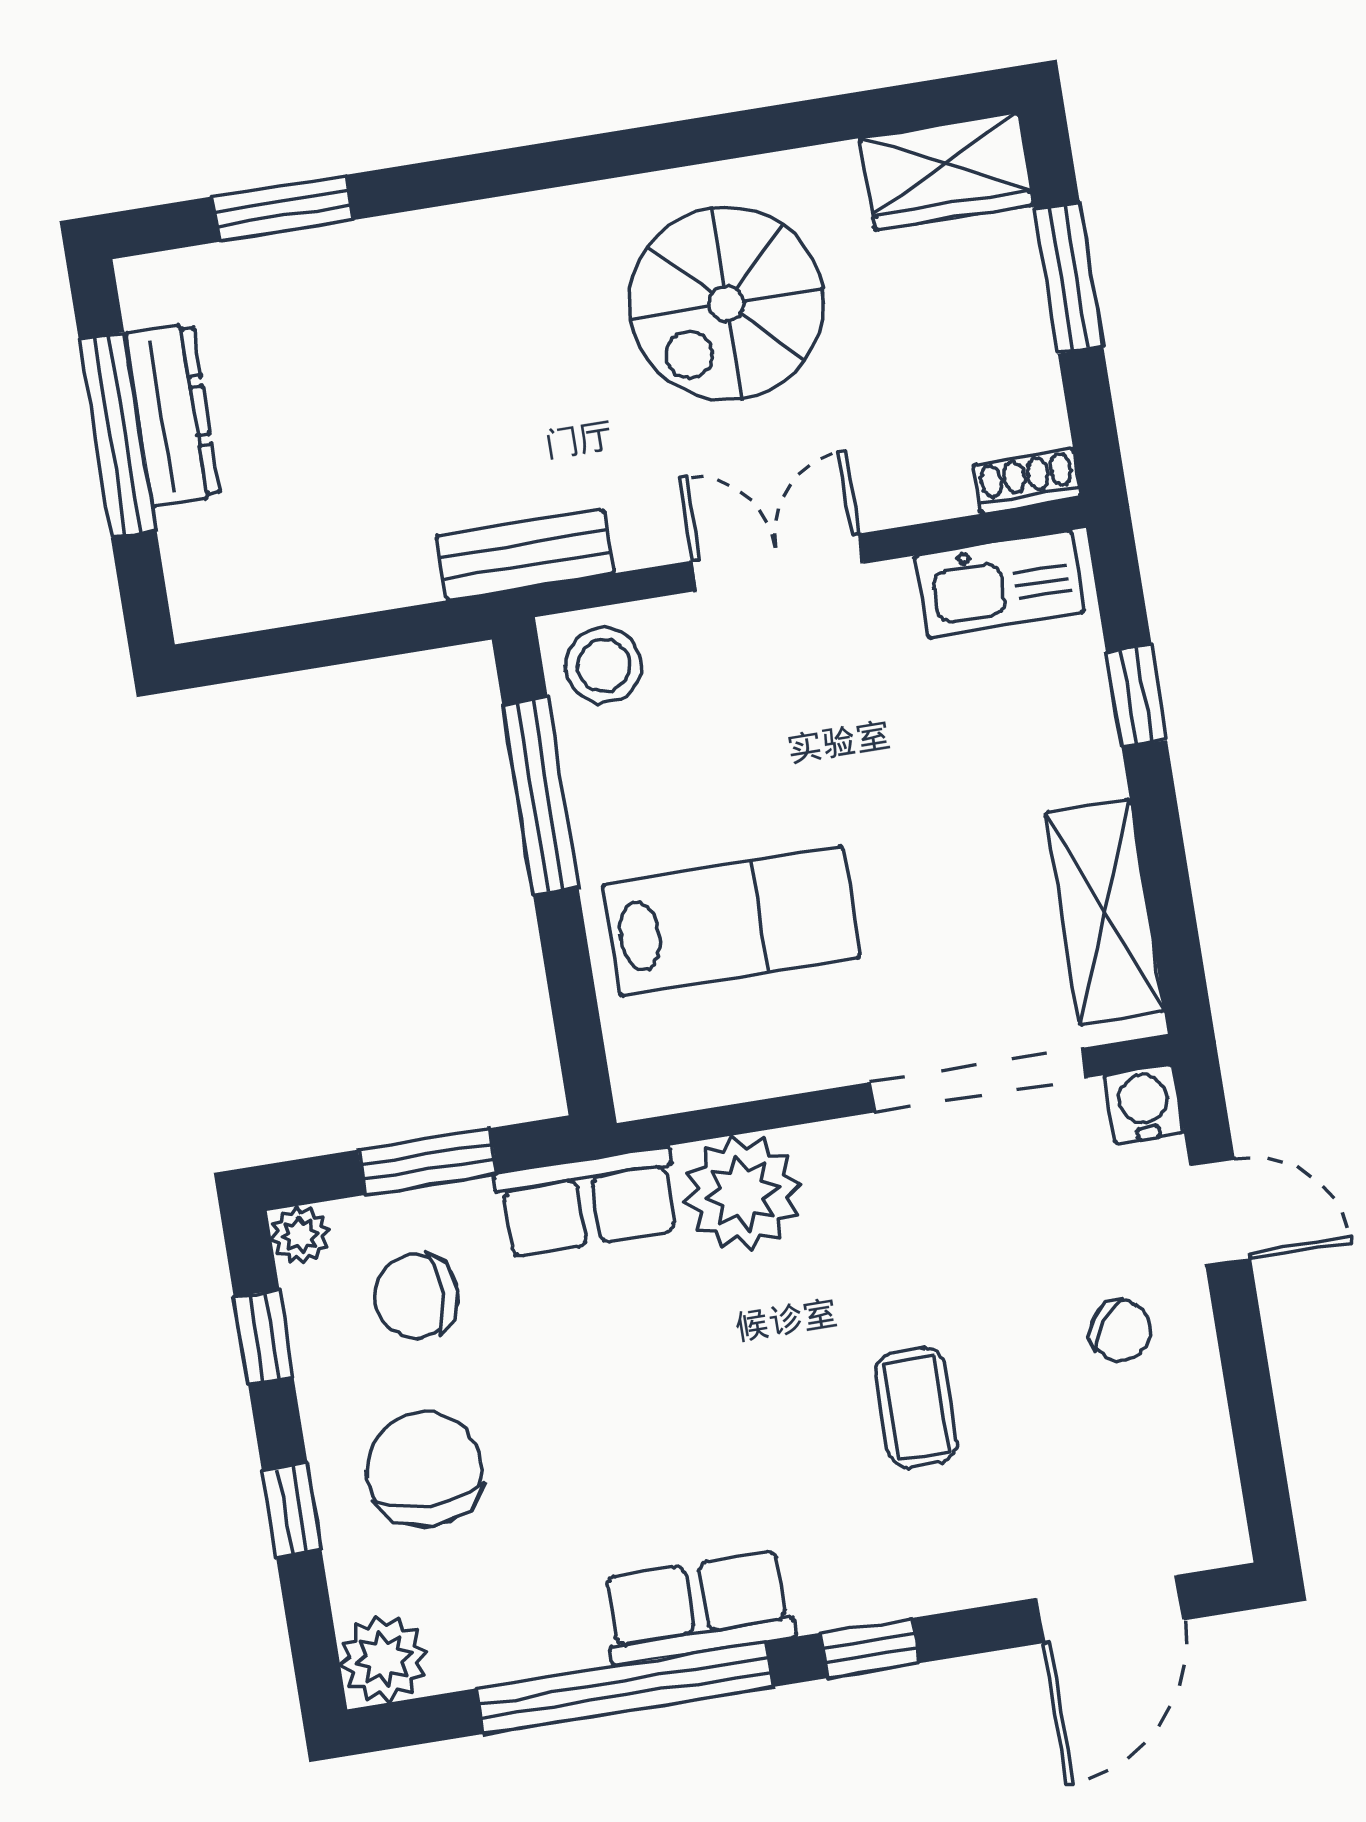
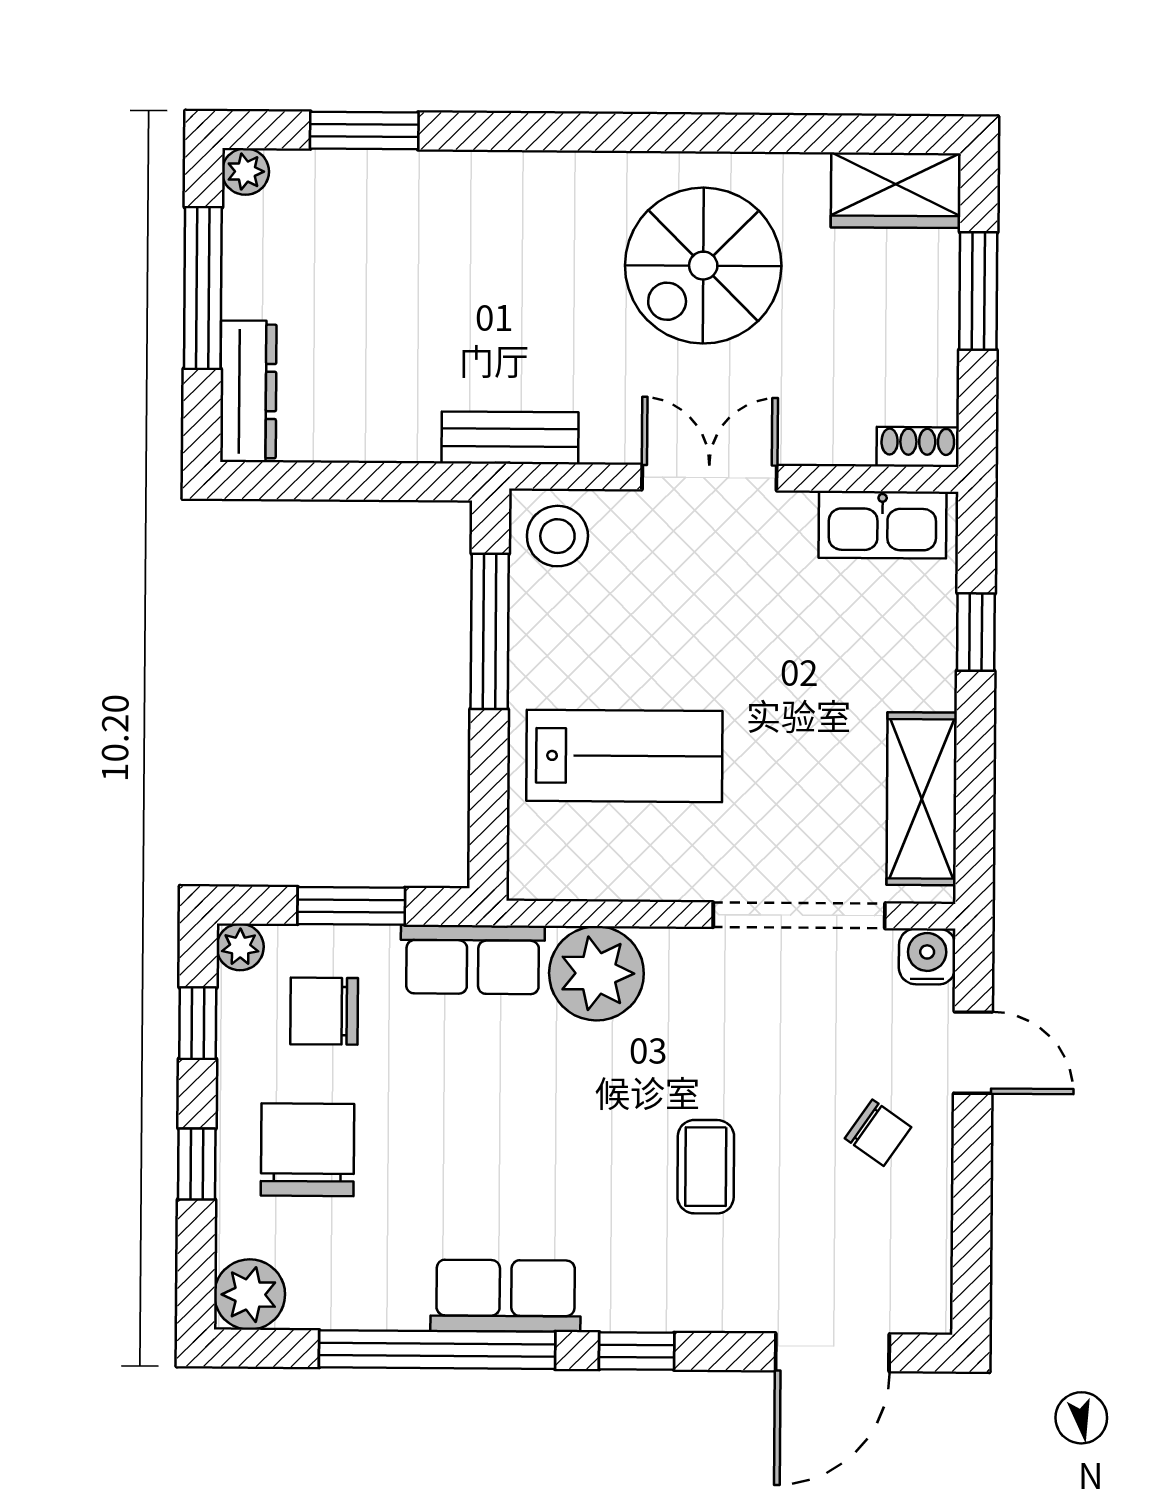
plant: (146, 283) -> (245, 172), added
dresser: (172, 415) -> (248, 391), moved

